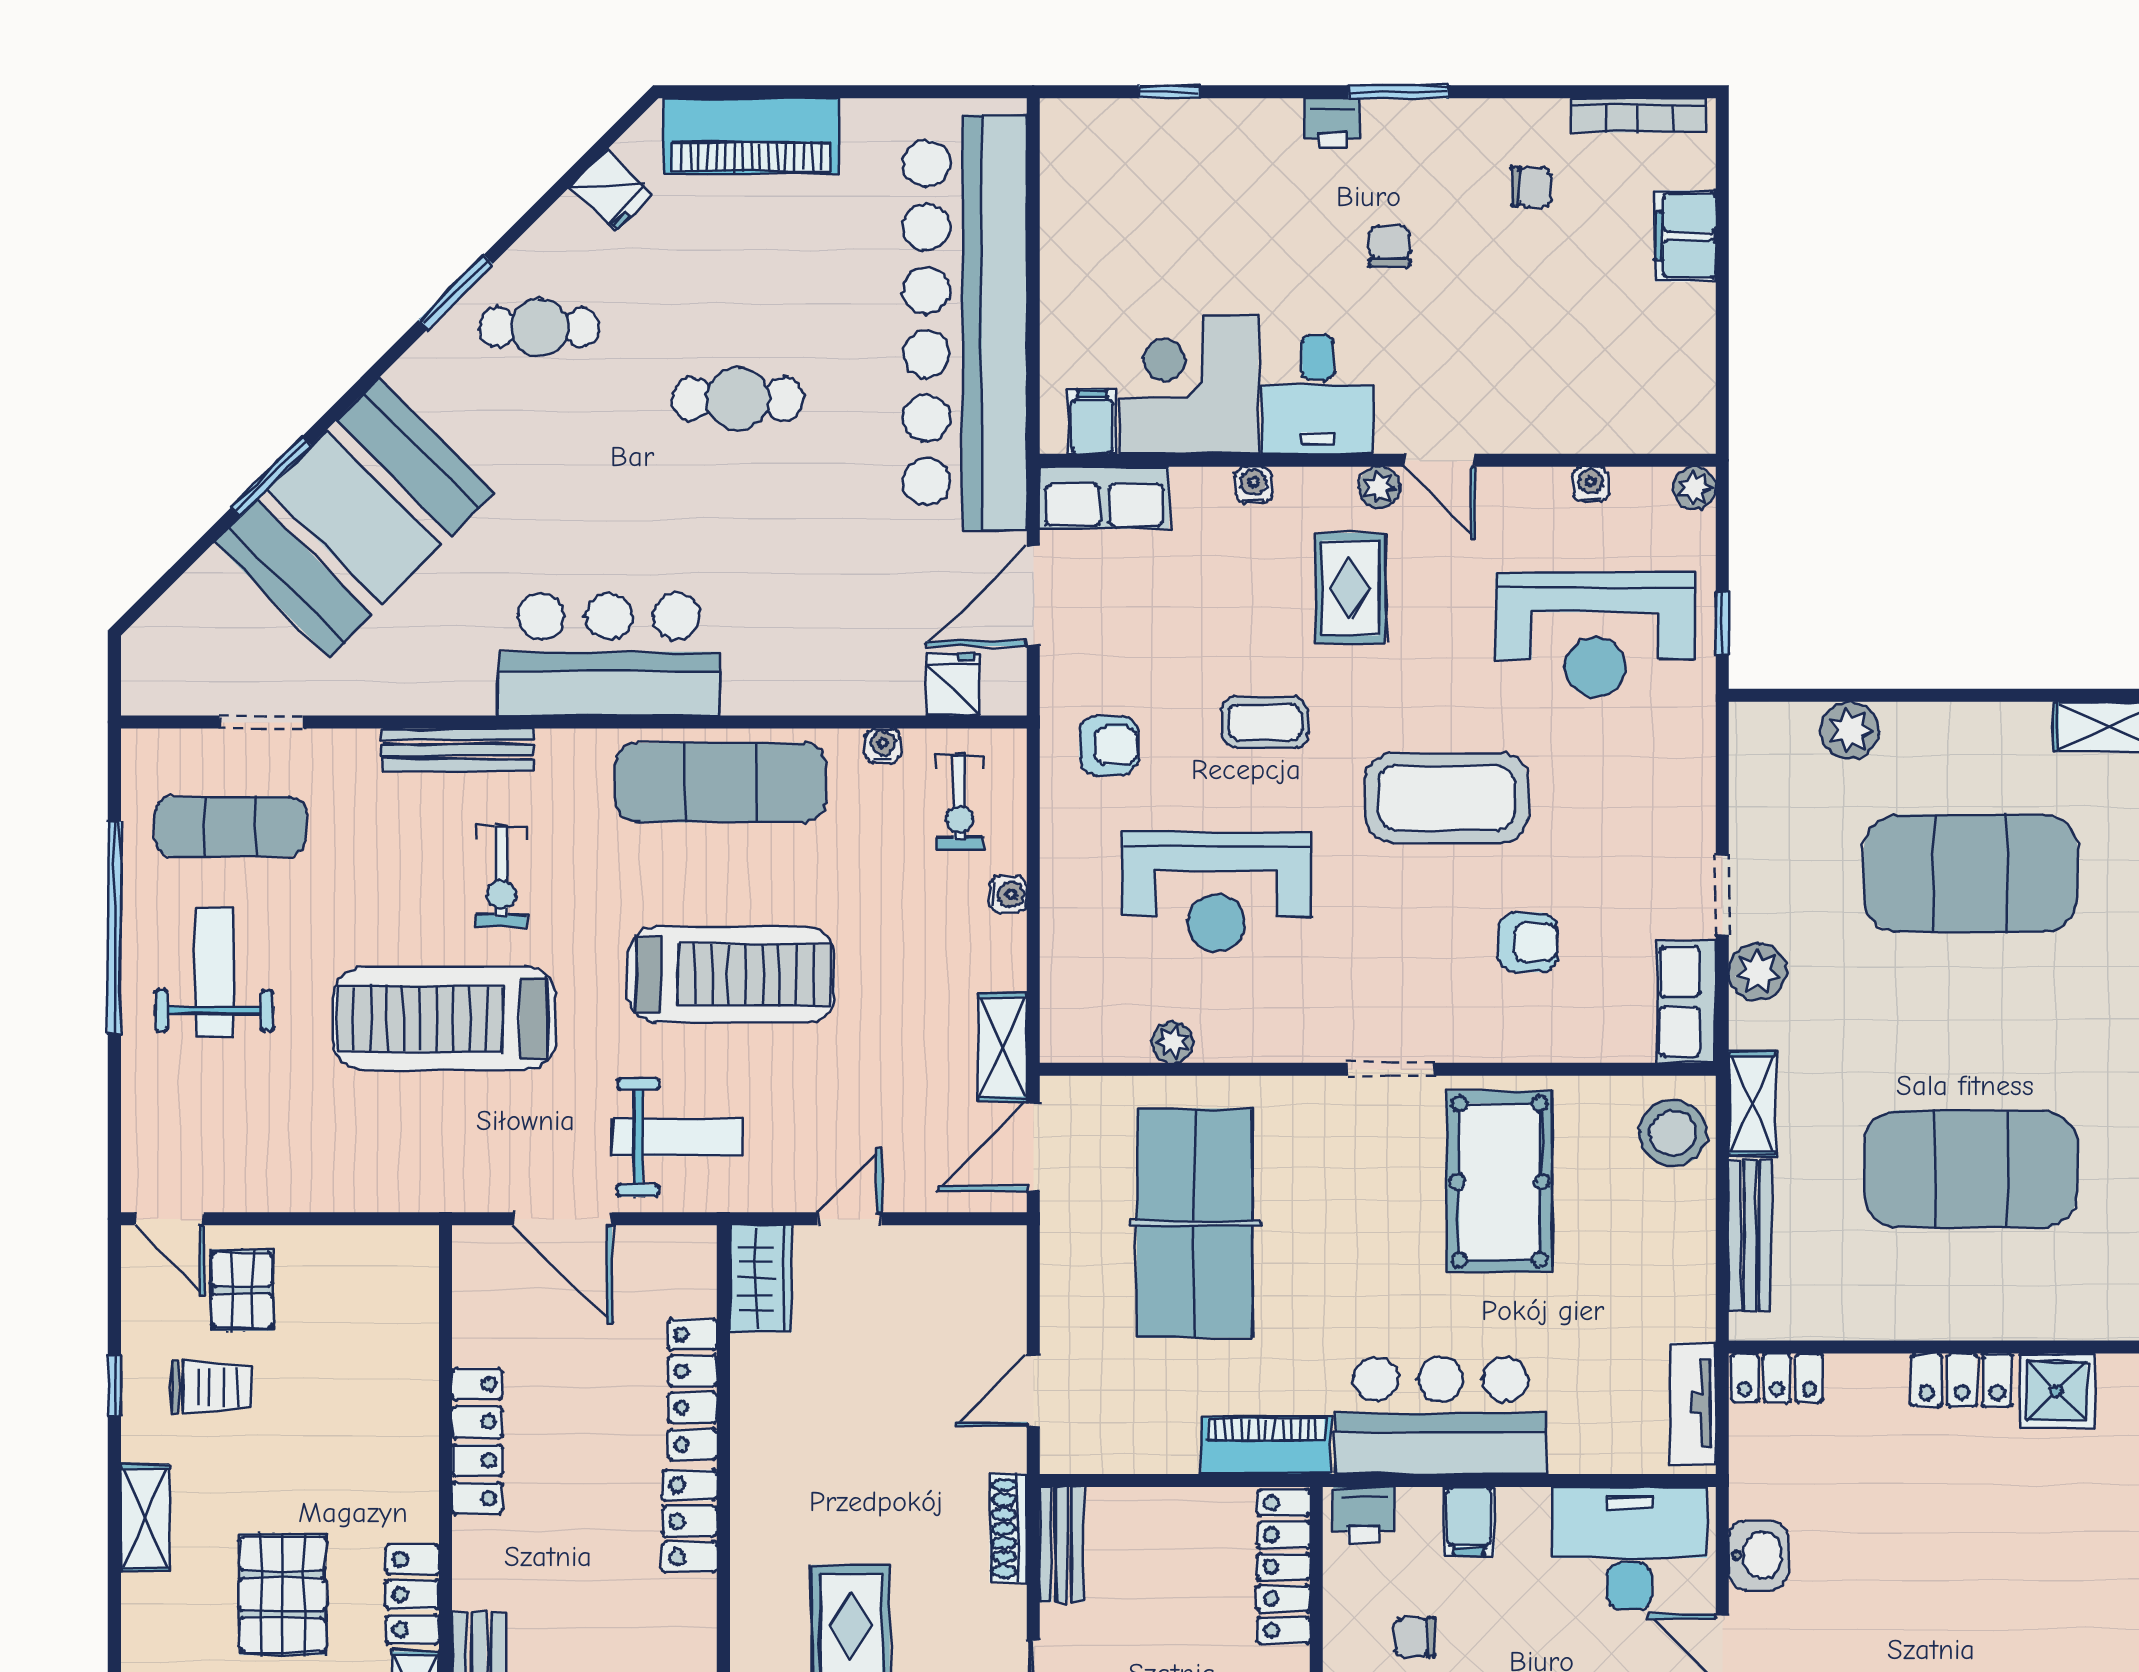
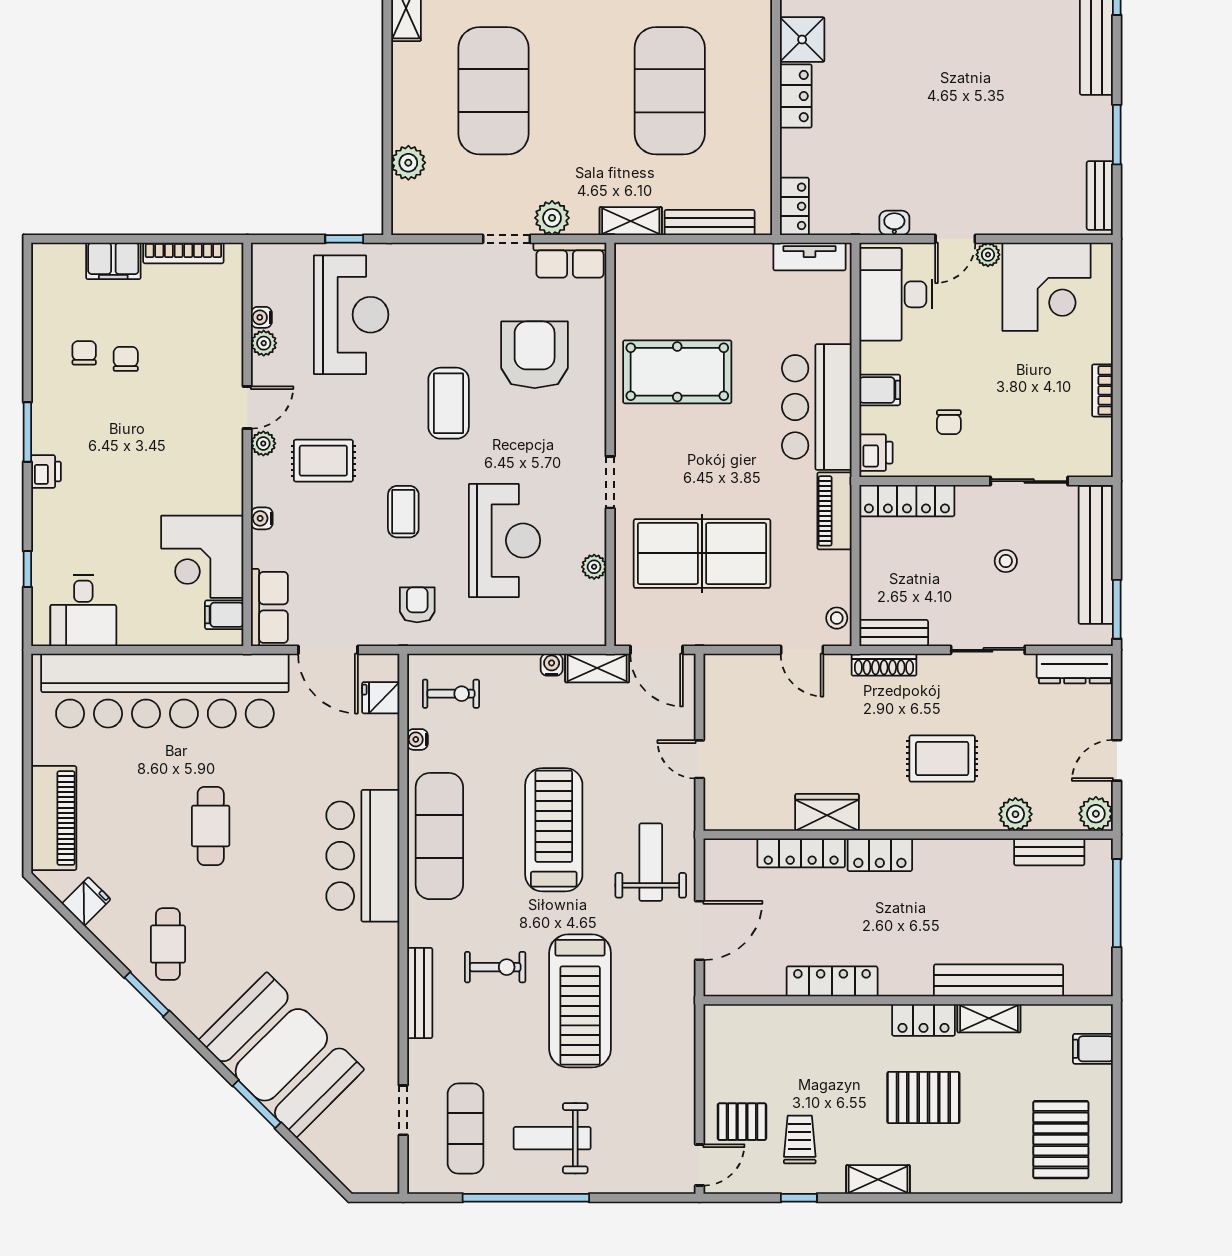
bookcase: (1639, 115) -> (183, 253), moved, turned 90
chair: (1389, 246) -> (126, 359), moved, turned 90
desk: (1318, 394) -> (83, 610), moved, turned 90
plant: (1694, 488) -> (264, 343), moved
bar counter: (609, 654) -> (363, 856), moved
coffee table: (1447, 798) -> (449, 403), width x0.73, depth x0.76
water cooler: (1008, 894) -> (552, 665), moved
armchair: (1528, 942) -> (535, 355), width x1.88, depth x1.88
doorway: (1391, 1069) -> (610, 482), moved
stool: (1673, 1133) -> (837, 618), moved, width x0.53, depth x0.53
wardrobe: (761, 1279) -> (827, 812), moved
washbasin: (1758, 1555) -> (894, 223), width x0.72, depth x0.69

